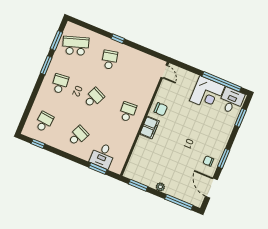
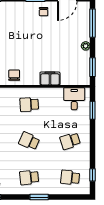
window: (46, 65) -> (39, 197), moved
filing cabinet: (150, 128) -> (50, 78), moved
school desk: (78, 136) -> (70, 141), turned -42
desk: (103, 155) -> (74, 99), moved, turned -90

